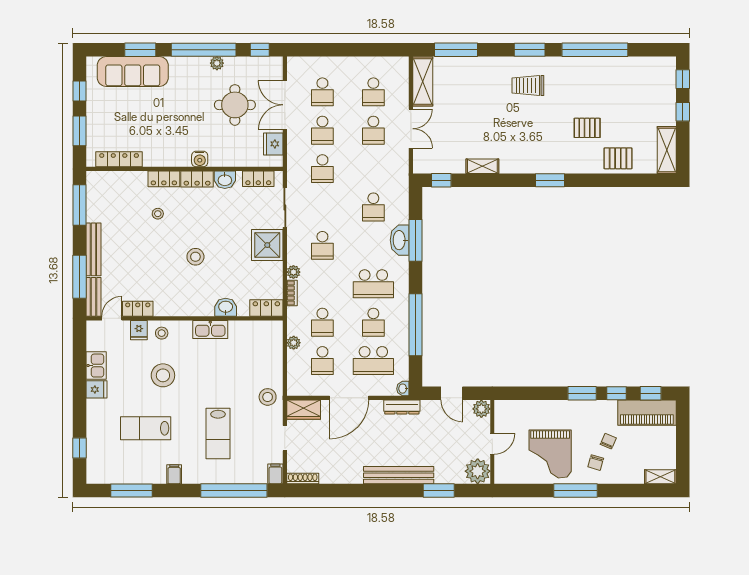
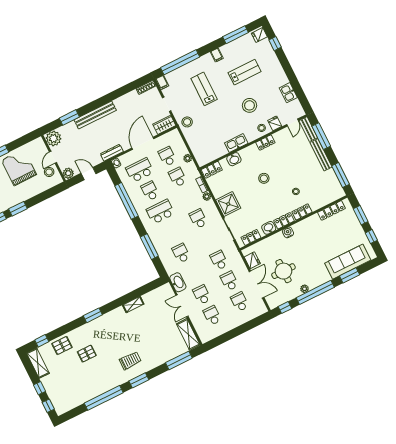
window: (441, 180) -> (42, 341), moved
washbasin: (400, 240) -> (178, 282), moved
locker: (138, 309) -> (265, 143), moved
fridge: (96, 389) -> (259, 35), moved
stool: (509, 425) -> (49, 172), added

